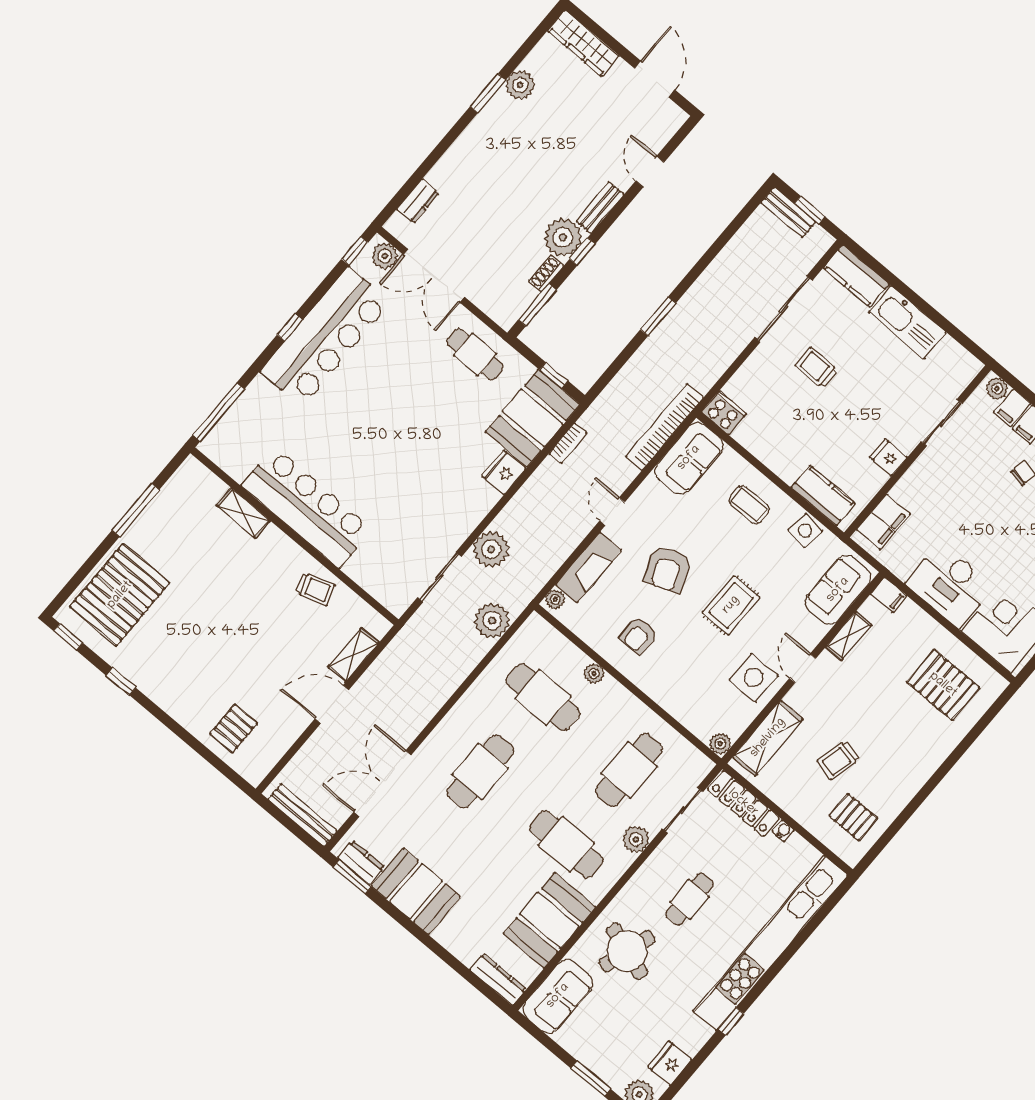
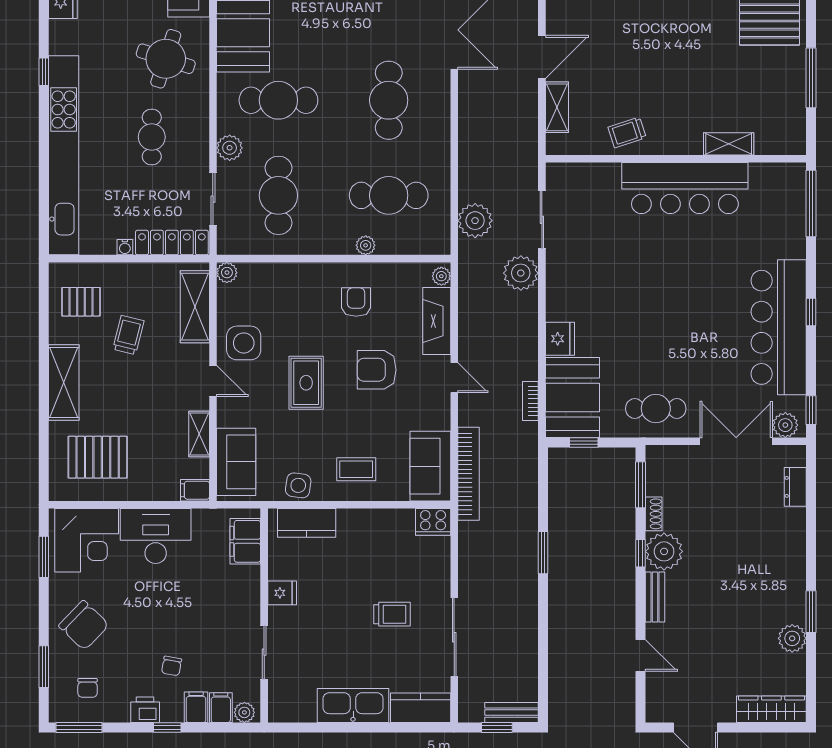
armchair: (667, 569) -> (377, 370), turned -68
shelving: (920, 766) -> (64, 382), added

